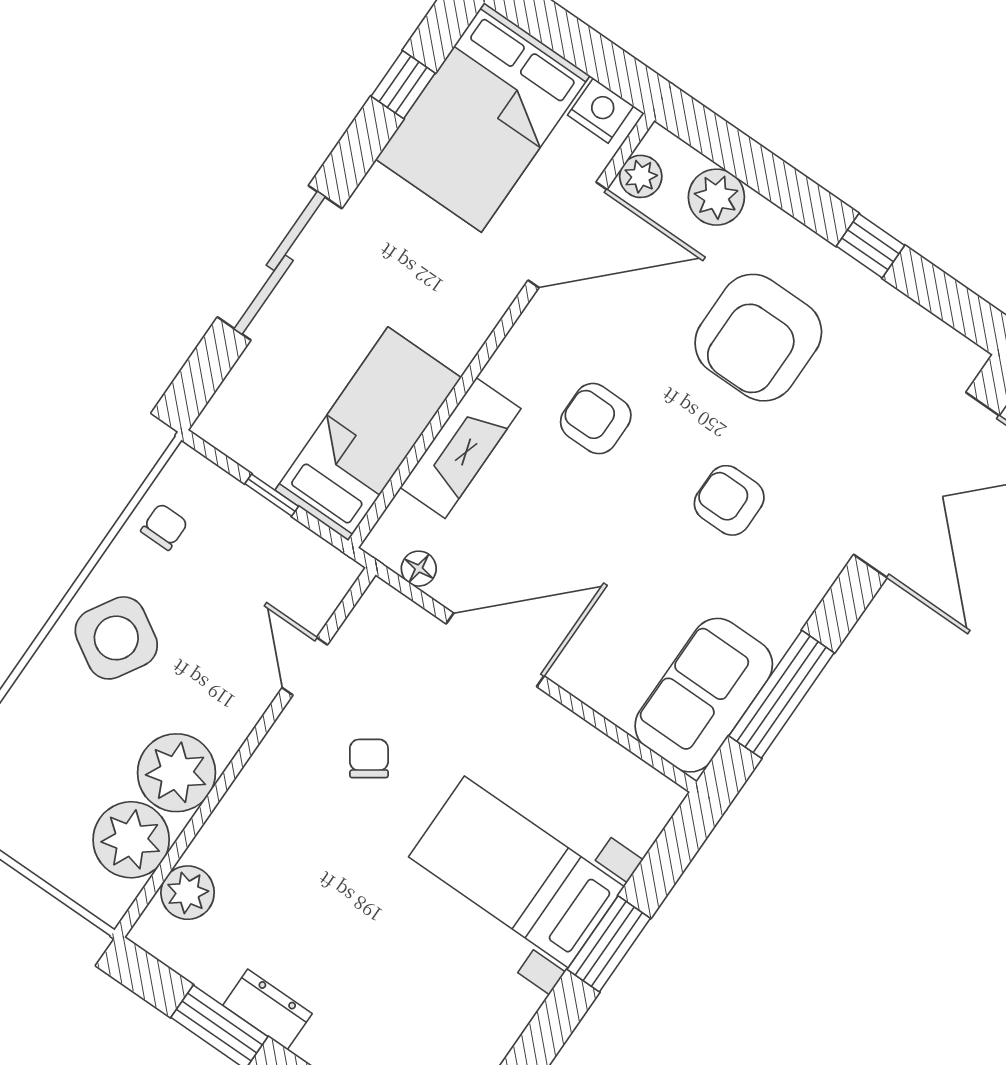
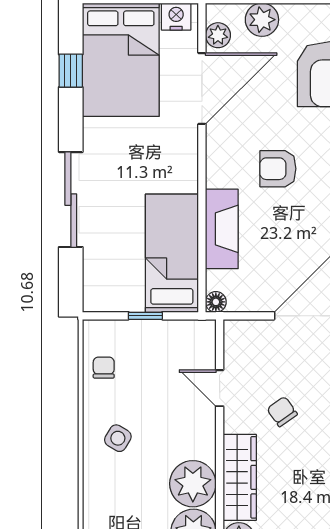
floor lamp: (419, 569) -> (216, 302), moved
side table: (116, 638) -> (118, 438), width x0.54, depth x0.54
wardrobe: (247, 809) -> (240, 477), added

